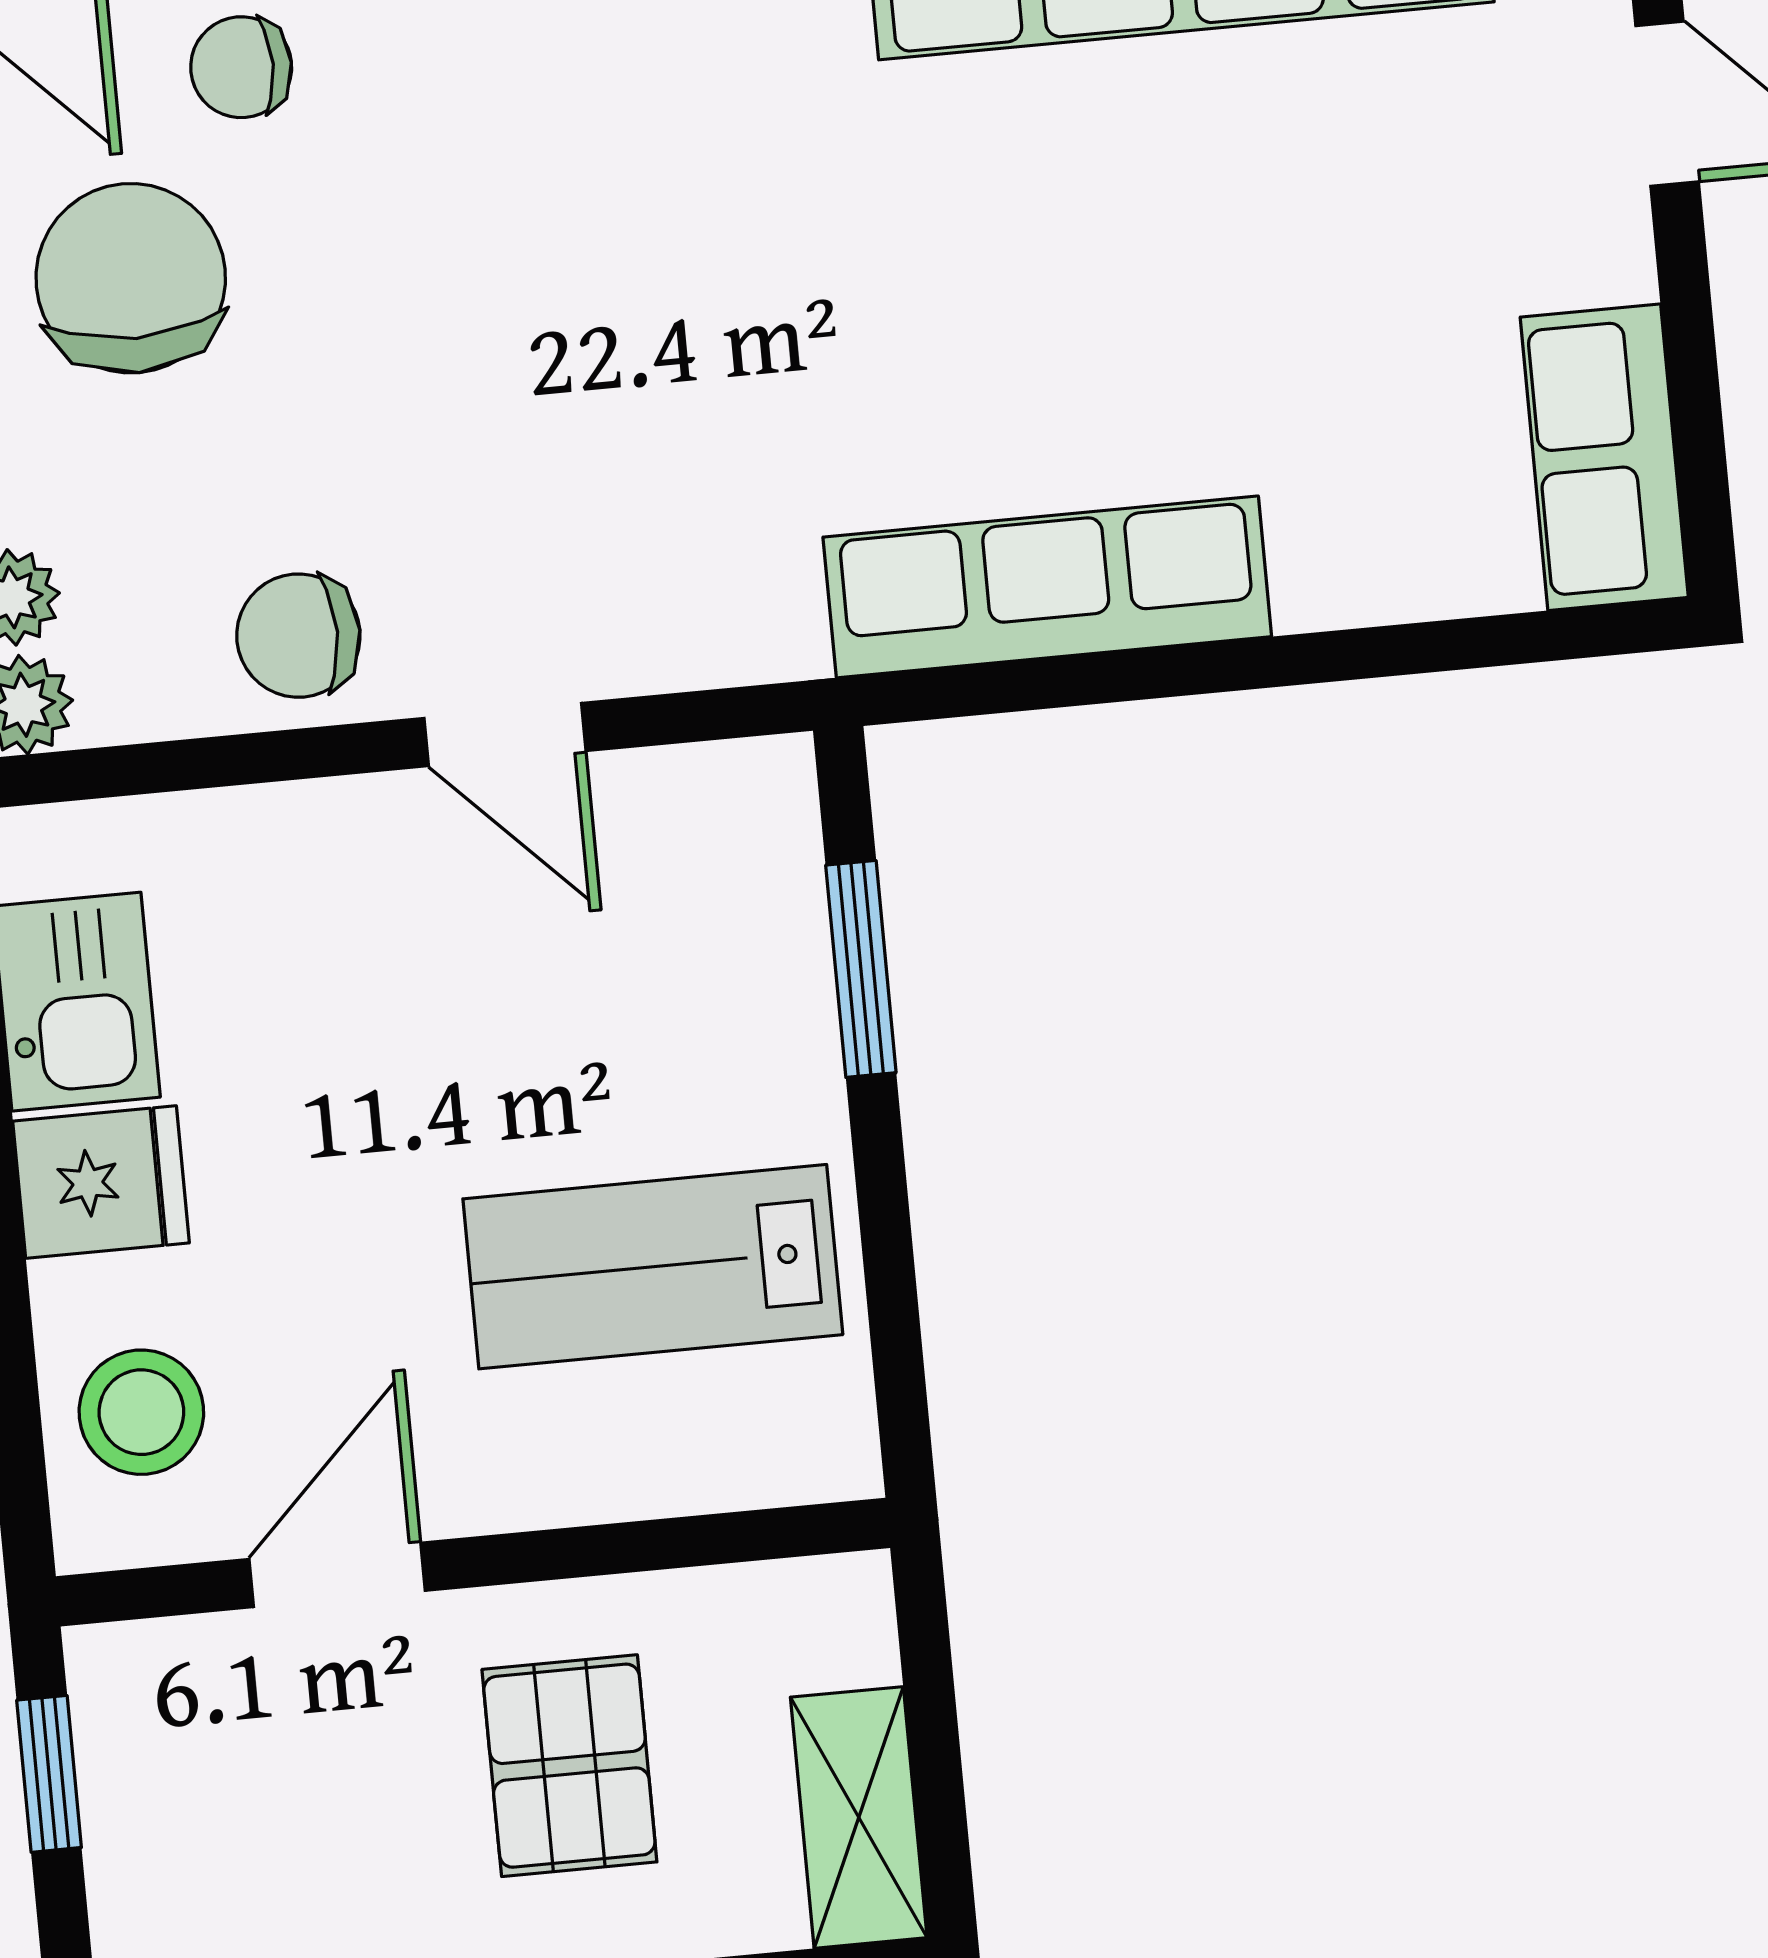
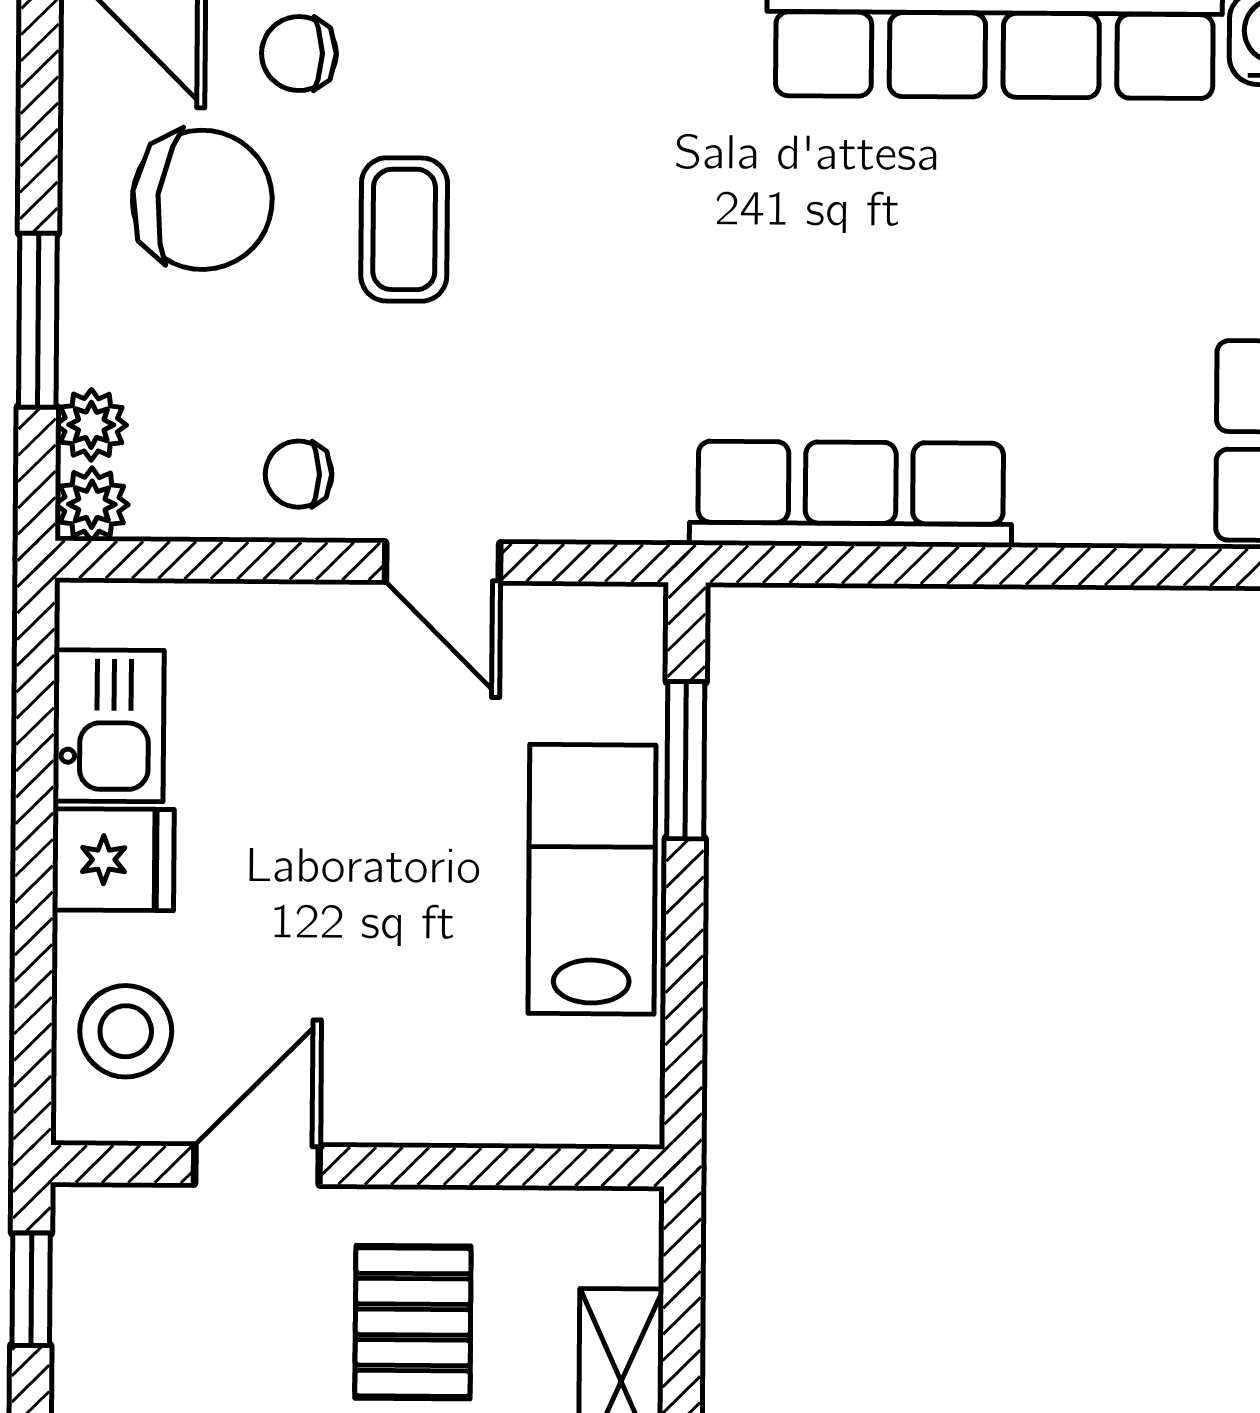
chair: (131, 278) -> (202, 200), turned 97
coffee table: (408, 291) -> (404, 229), added
chair: (298, 636) -> (299, 474), width x0.73, depth x0.73
lab bench: (653, 1267) -> (592, 879), moved, turned 90

